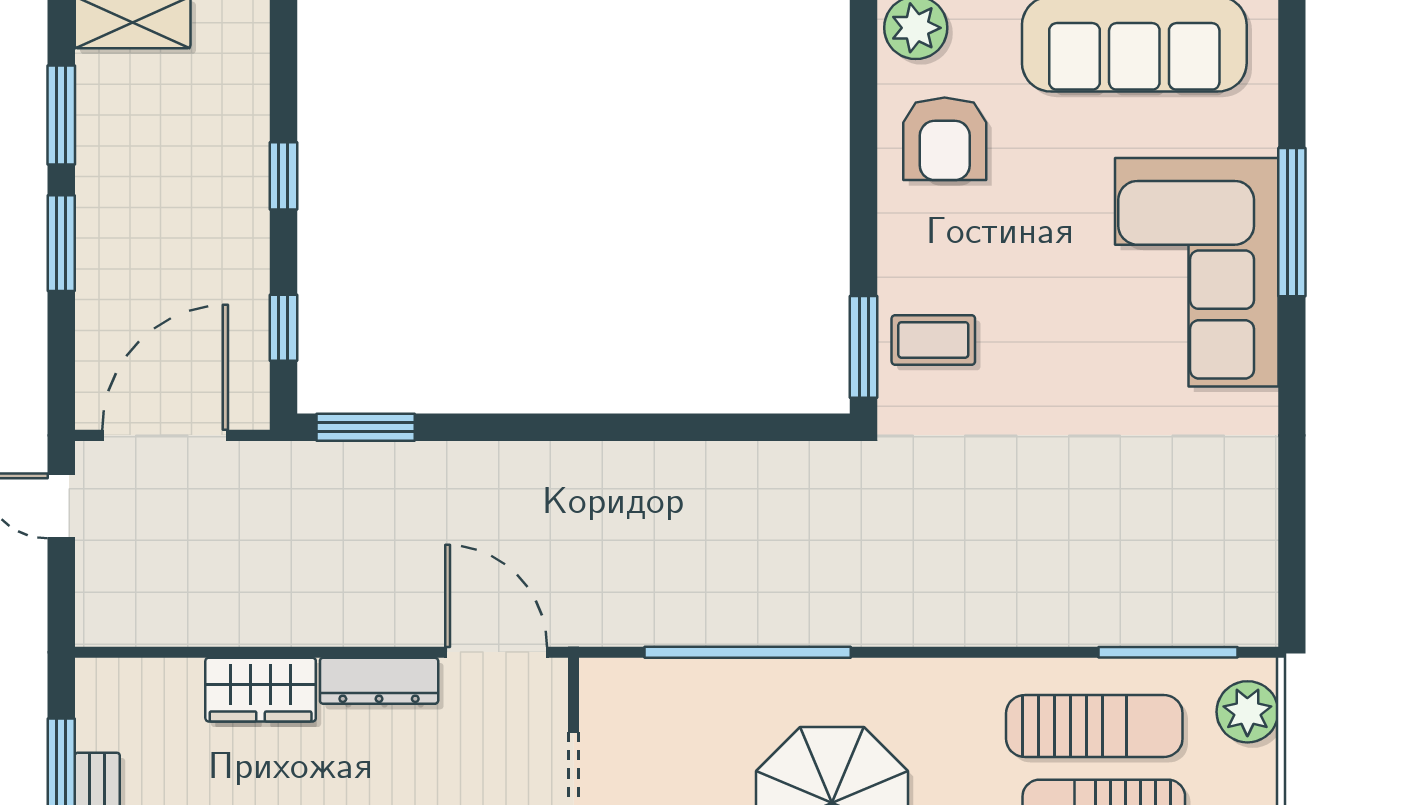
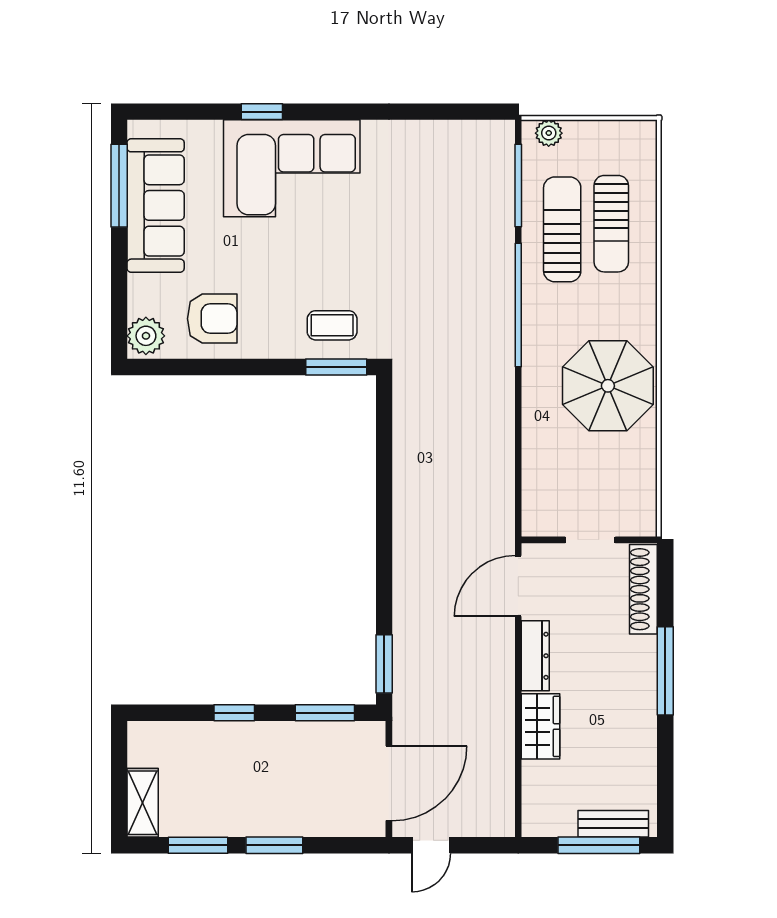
window: (1292, 222) -> (262, 112), width x0.46
window: (283, 328) -> (325, 713), width x1.50
coffee table: (933, 340) -> (332, 325), turned 90
door: (165, 435) -> (389, 783), swing flipped
window: (748, 652) -> (518, 305), moved
plant: (1247, 712) -> (549, 133), width x0.73, depth x0.73

